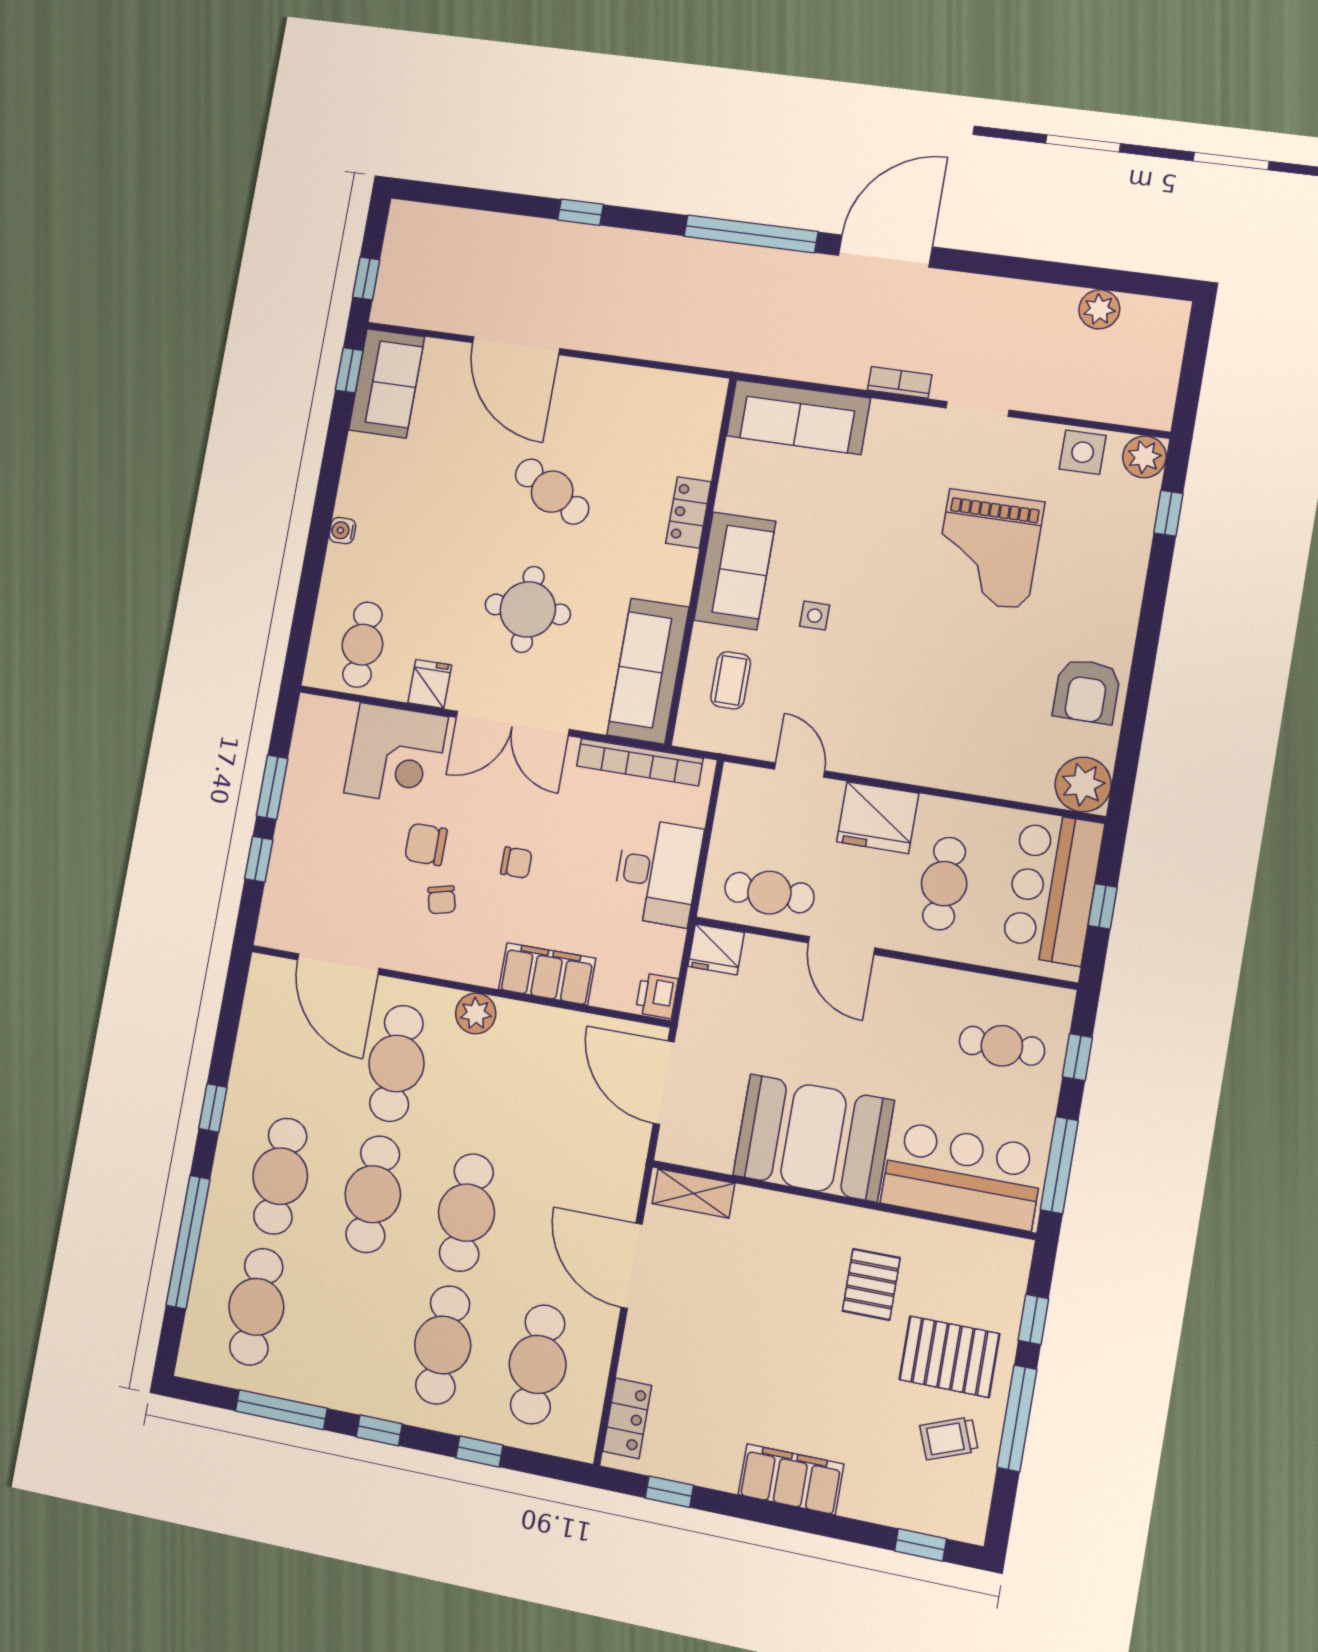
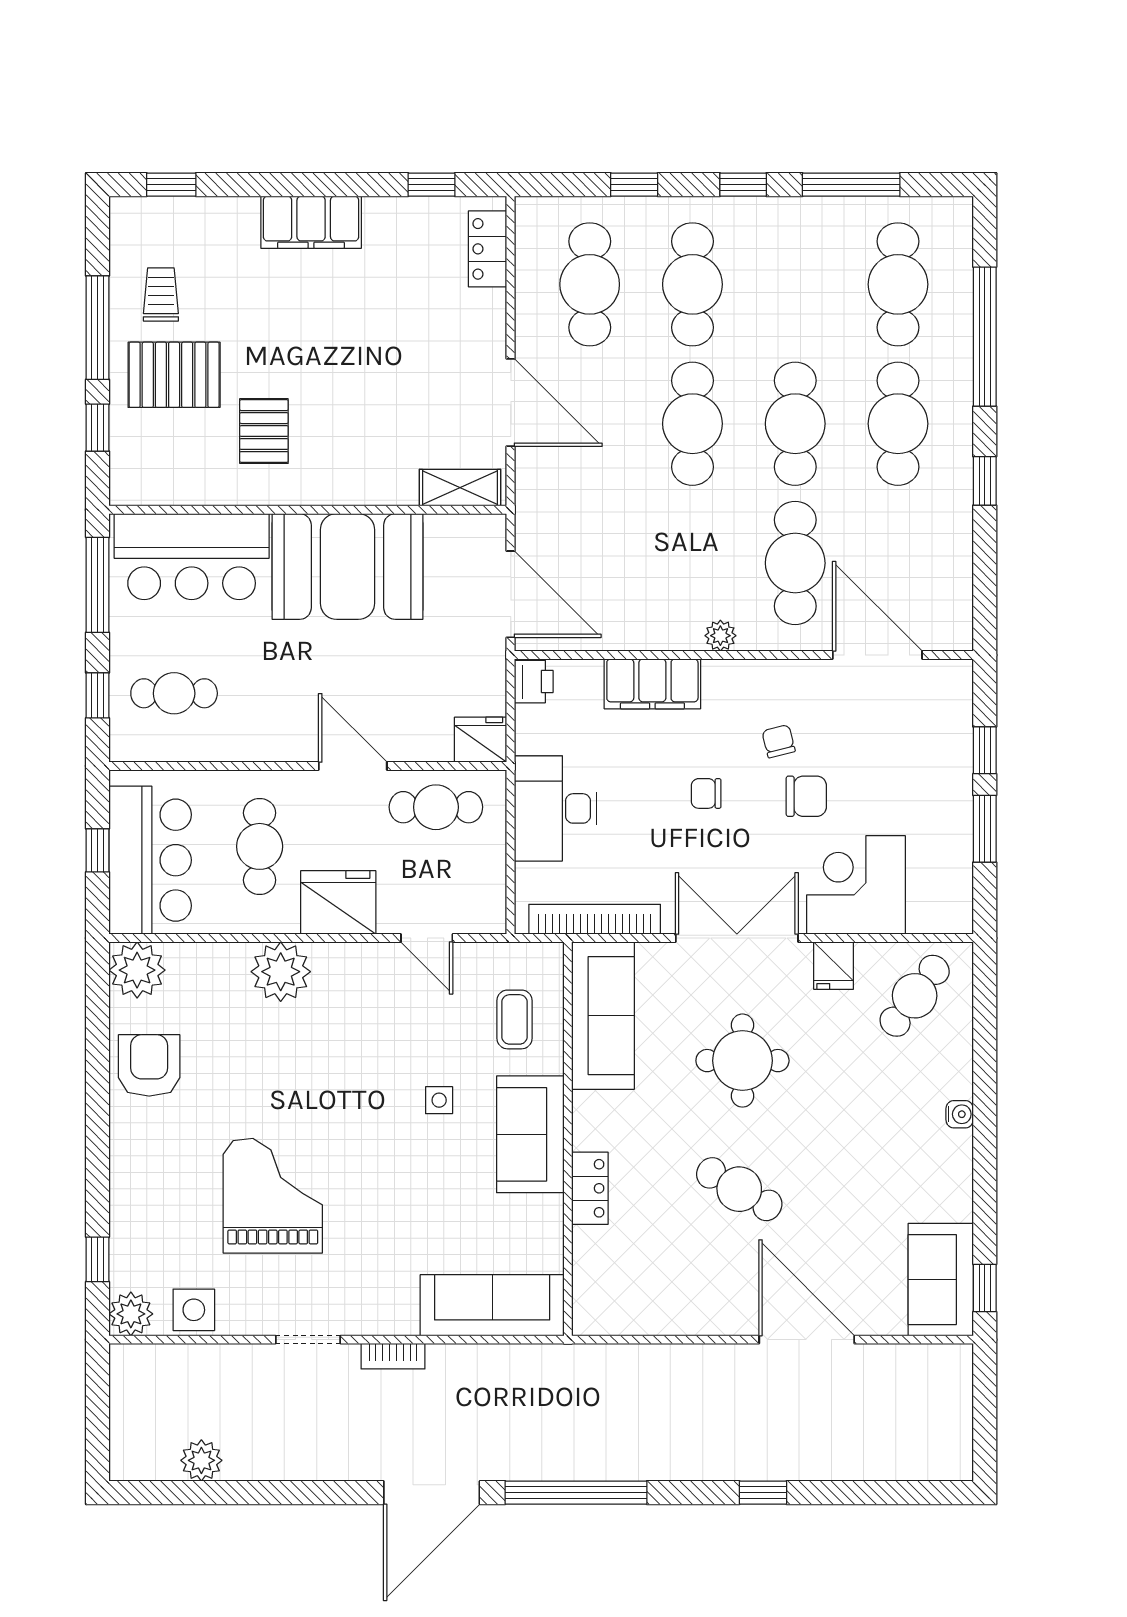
window: (366, 279) -> (985, 1390), removed
cafe table: (362, 645) -> (915, 996), turned 37
plant: (944, 761) -> (281, 972), added
plant: (476, 1013) -> (720, 636), width x0.73, depth x0.73
trolley: (949, 1438) -> (161, 295), turned -69

